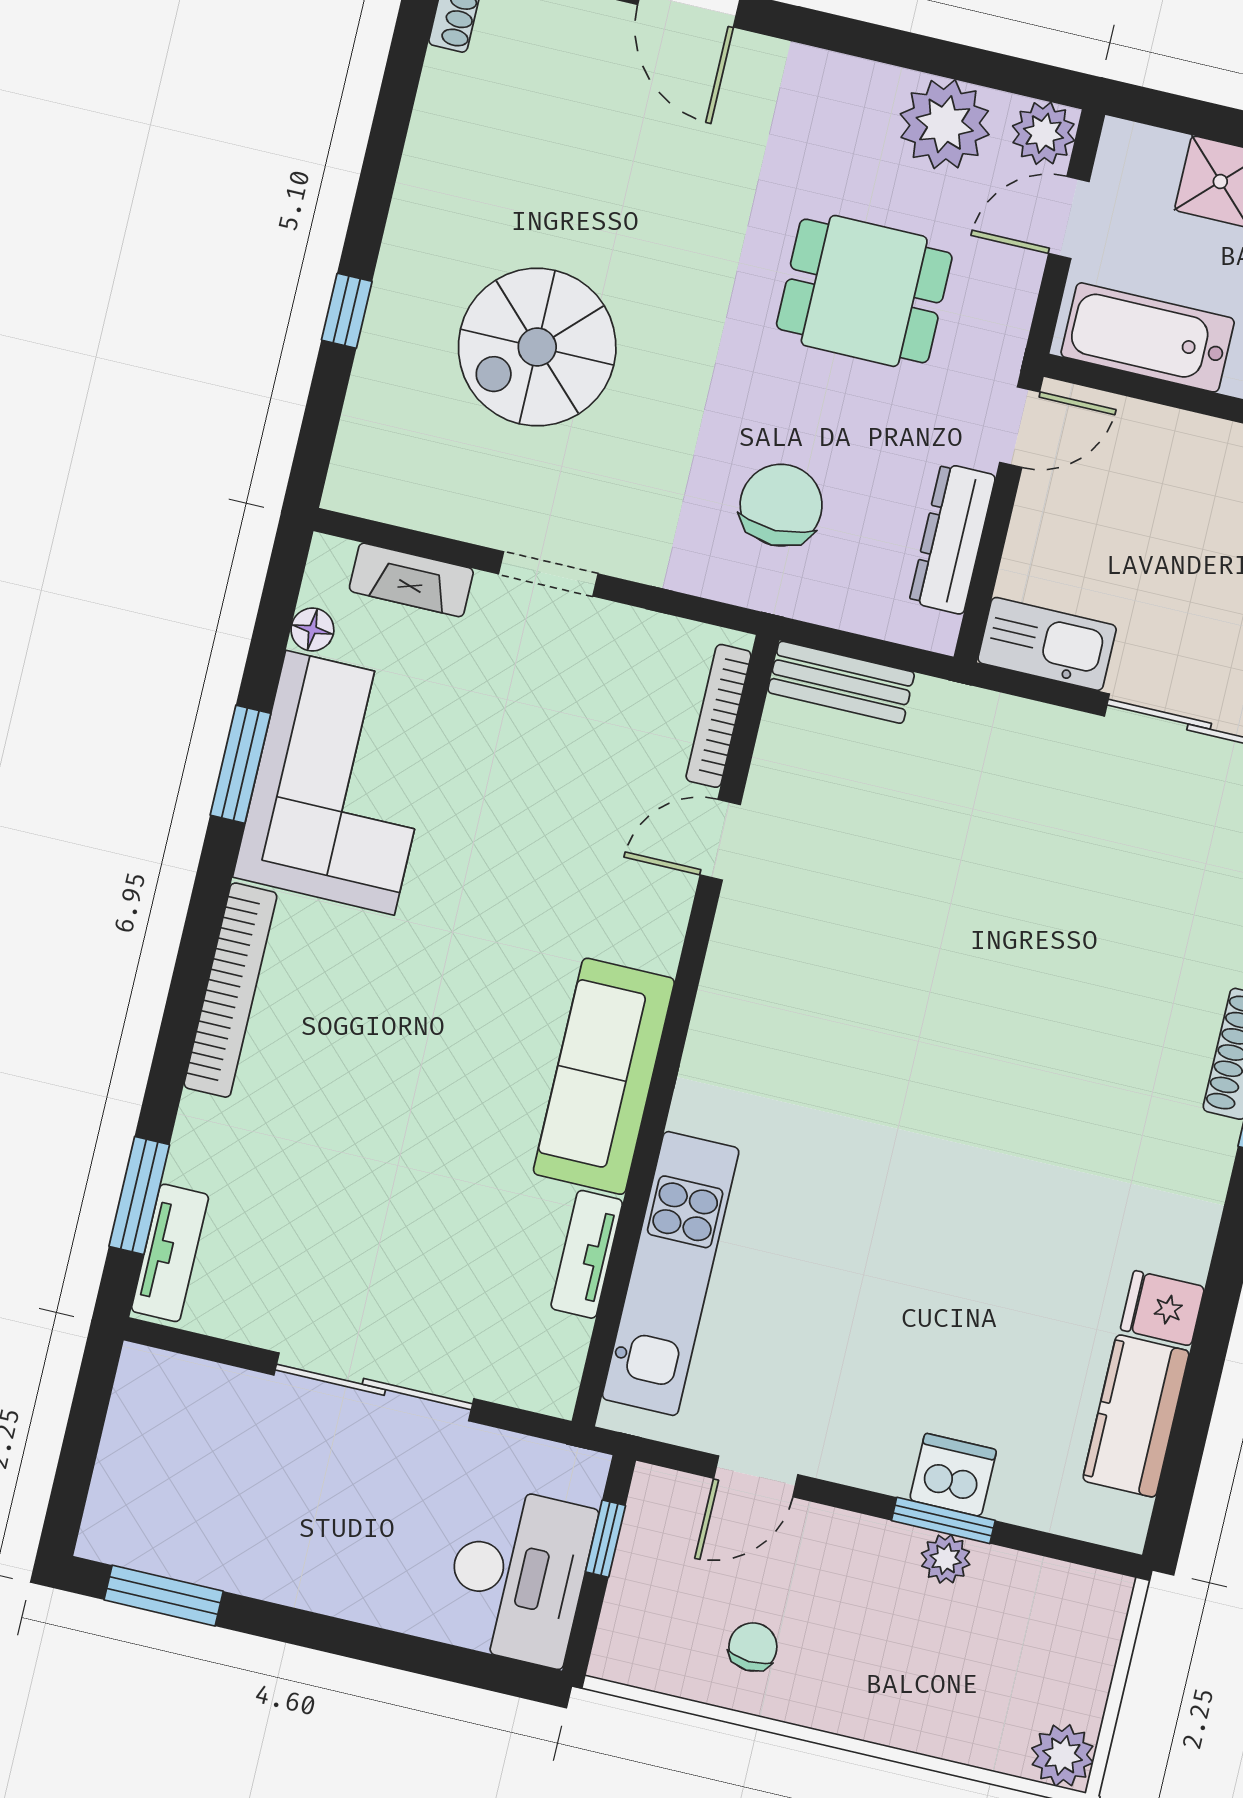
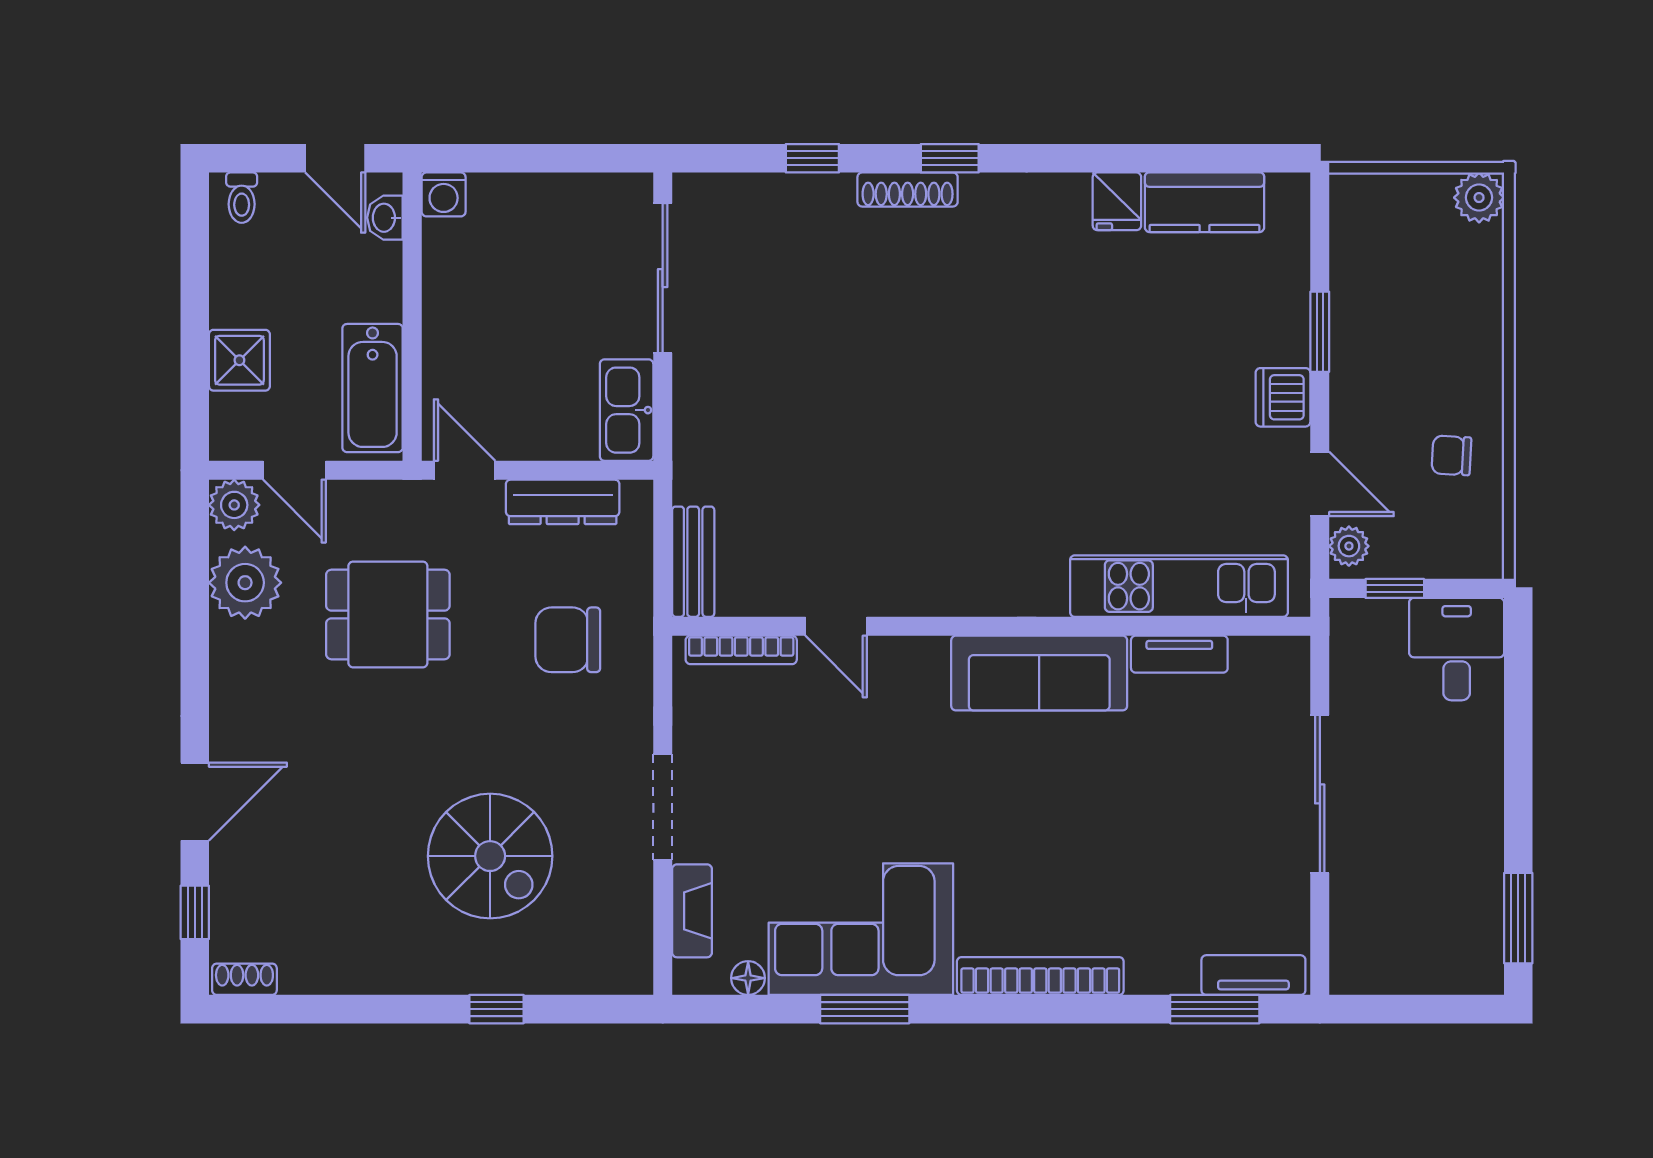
dining table: (864, 291) -> (388, 614), turned 90
doorway: (548, 574) -> (663, 807), width x1.38
dishwasher: (953, 1475) -> (1283, 397), moved
plant: (946, 1559) -> (1349, 546), moved
desk: (518, 1576) -> (1457, 649), width x0.73

